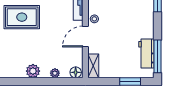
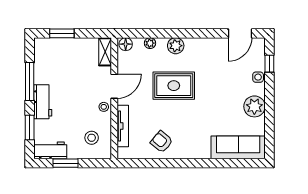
rug: (22, 17) -> (174, 86), moved
workbench: (146, 54) -> (43, 102), moved
window: (158, 56) -> (30, 81), moved

